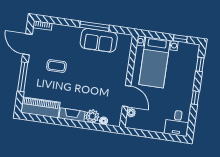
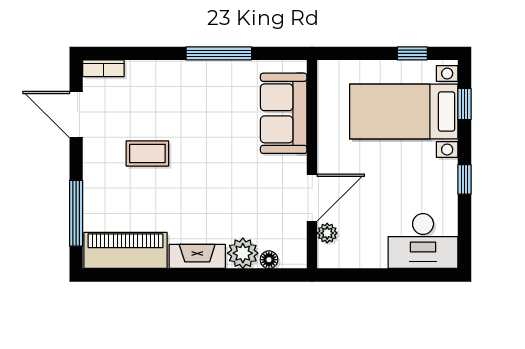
sofa: (99, 40) -> (284, 113), moved, turned 90
bed with nightstands: (154, 62) -> (404, 112), moved, turned 90
window: (23, 77) -> (76, 213), moved
door: (127, 96) -> (312, 198), hinge flipped
desk: (177, 123) -> (423, 241), width x1.37

